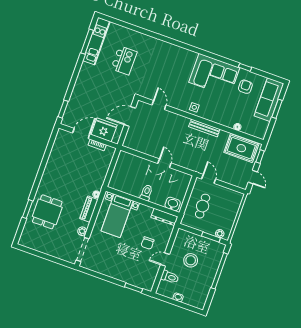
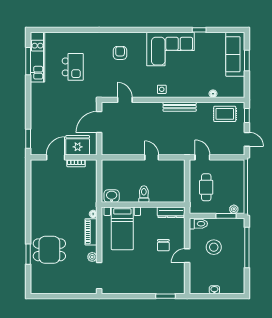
armchair: (245, 87) -> (120, 53), moved
rug: (241, 148) -> (225, 114), width x0.73, depth x0.70
washbasin: (173, 204) -> (112, 196), moved
dining table: (47, 212) -> (49, 250), turned 90
toilet: (170, 277) -> (198, 224), moved

